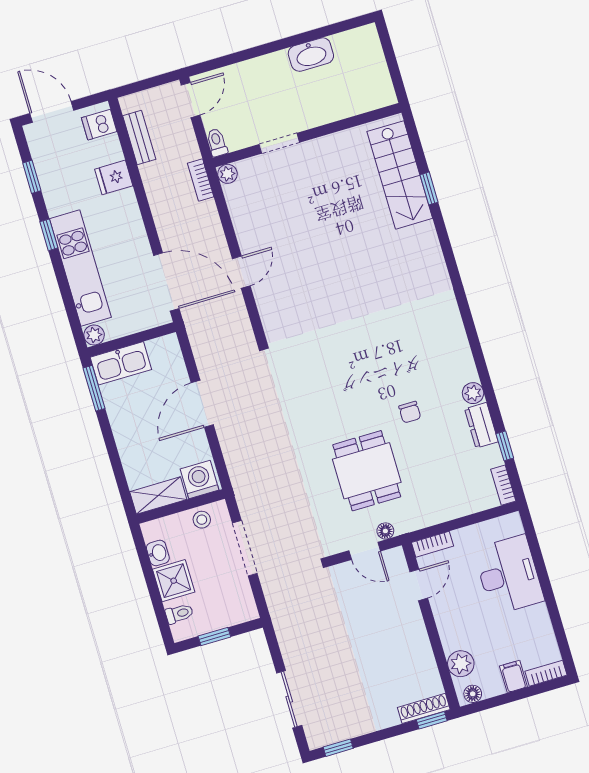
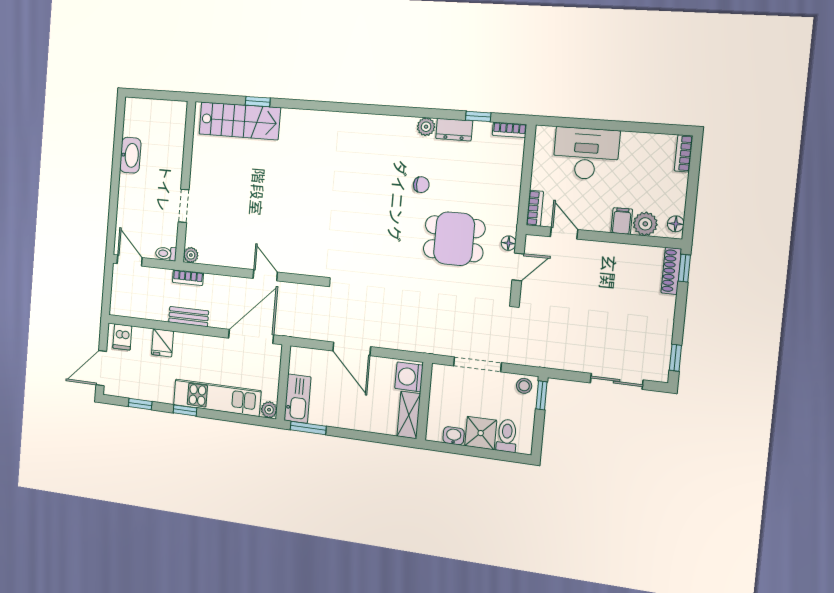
bench: (139, 138) -> (189, 317), moved
stool: (202, 520) -> (524, 386), moved
toilet: (179, 614) -> (507, 436), width x1.37, depth x1.39
window: (214, 637) -> (541, 395), moved
filing cabinet: (513, 676) -> (622, 221), moved, turned 90

